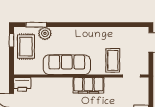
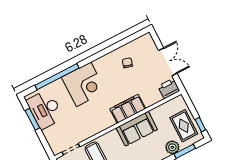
sofa: (67, 65) -> (137, 129), width x0.73
filing cabinet: (88, 85) -> (128, 109), moved

